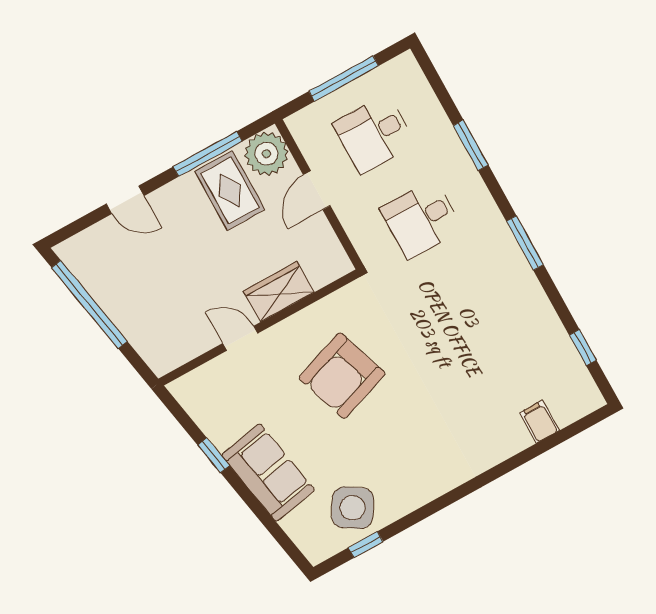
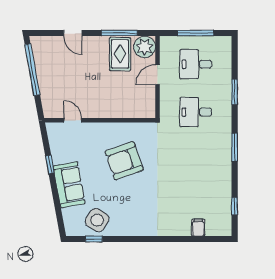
wardrobe: (279, 292) -> (117, 109), removed
door: (240, 338) -> (73, 120), moved

